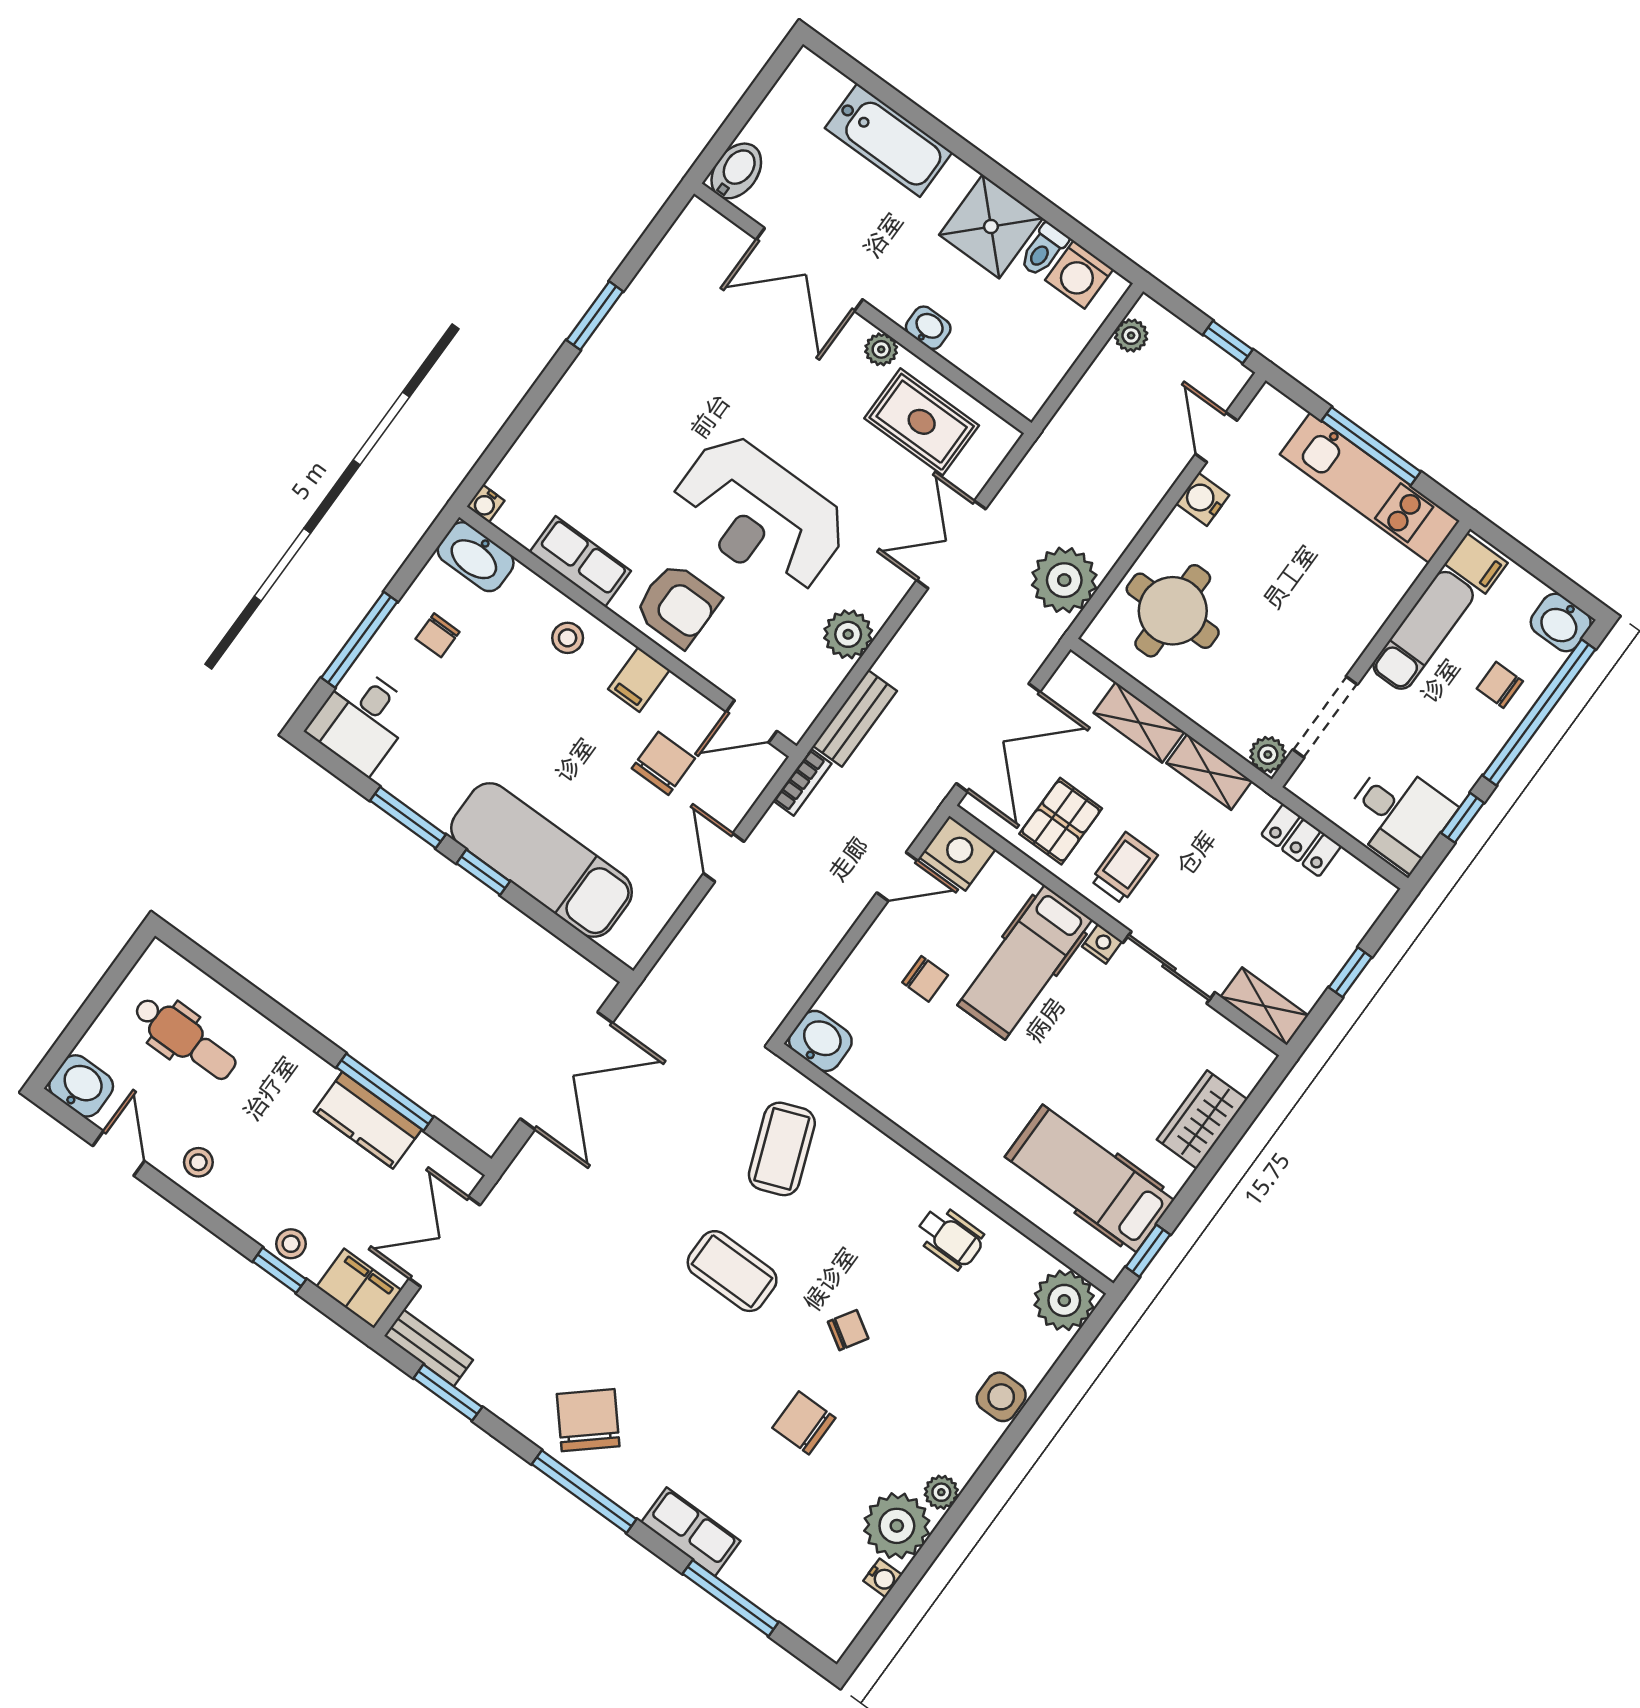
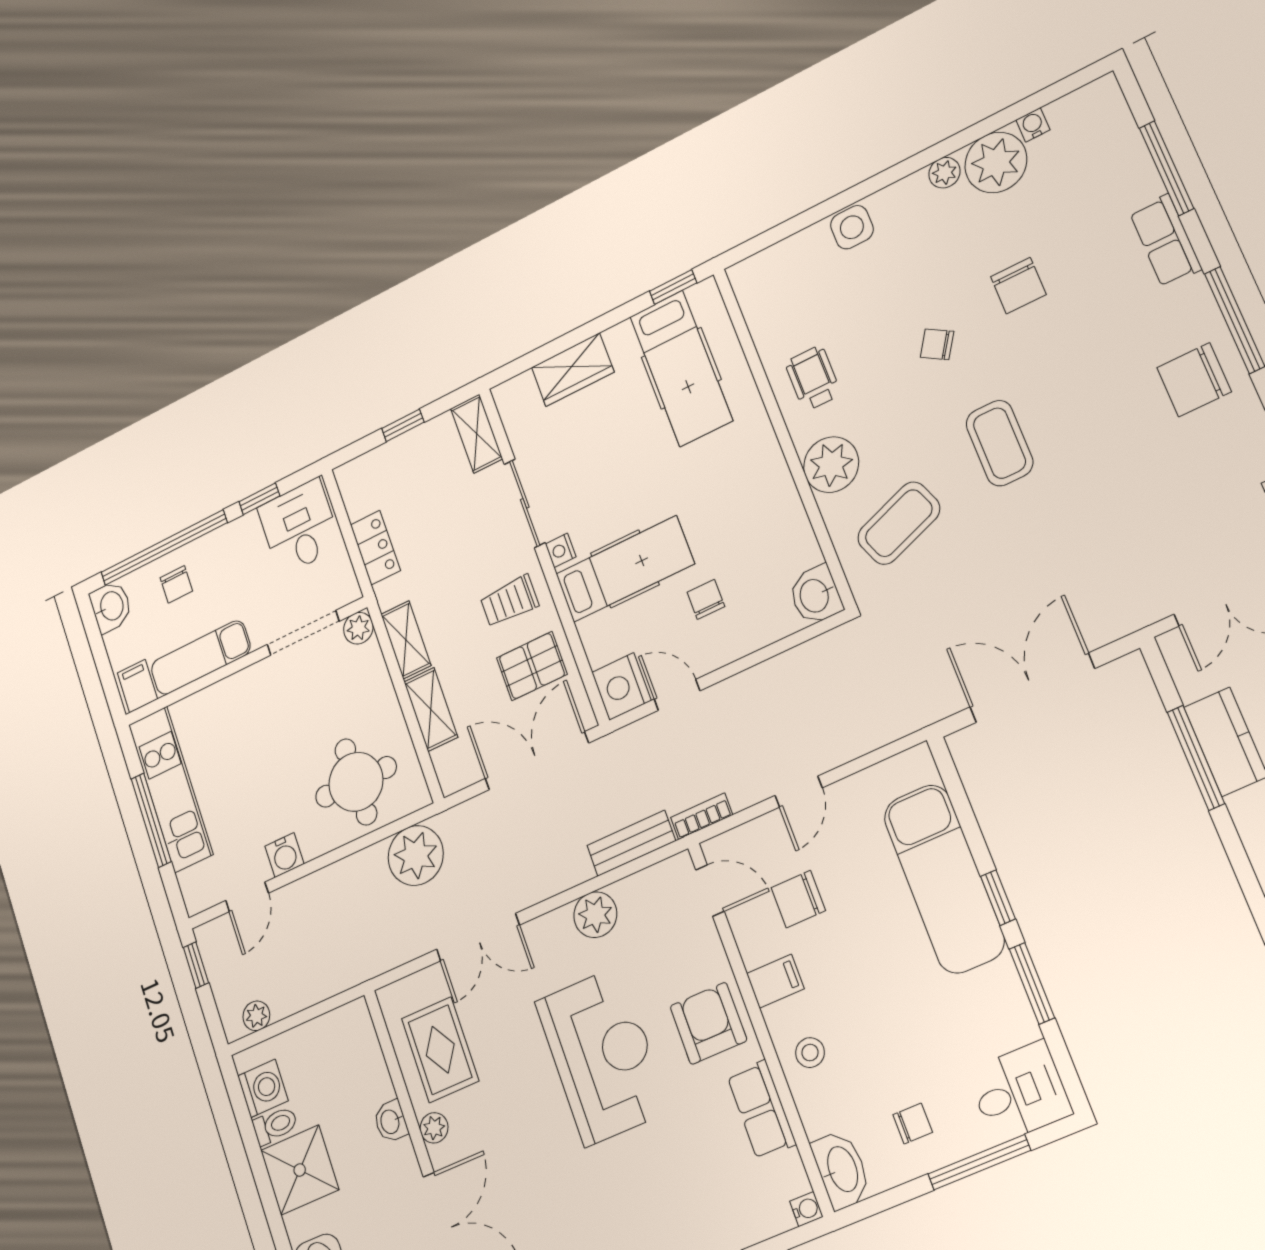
plant: (1064, 1300) -> (831, 465), moved
chair: (588, 1420) -> (1194, 380), turned 41

